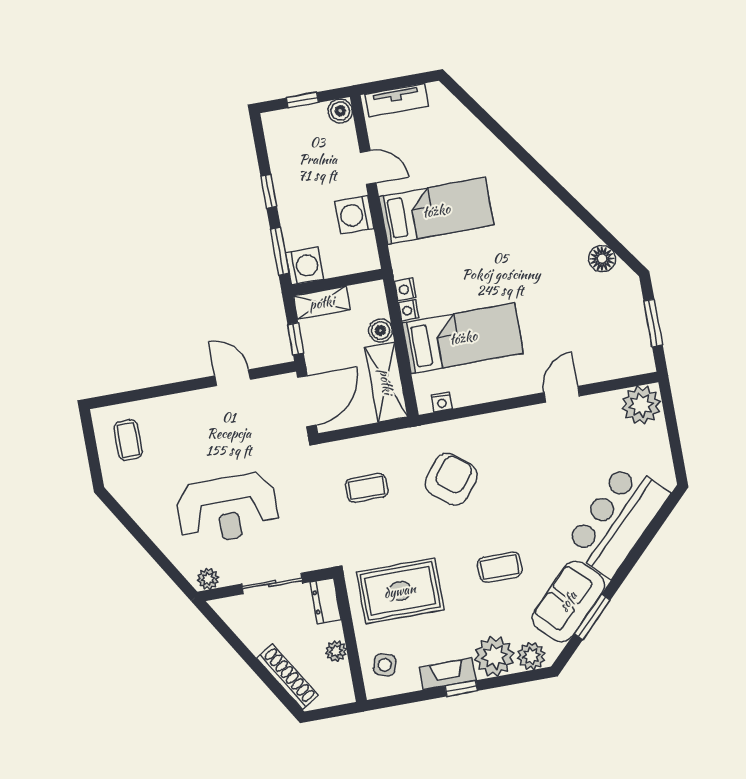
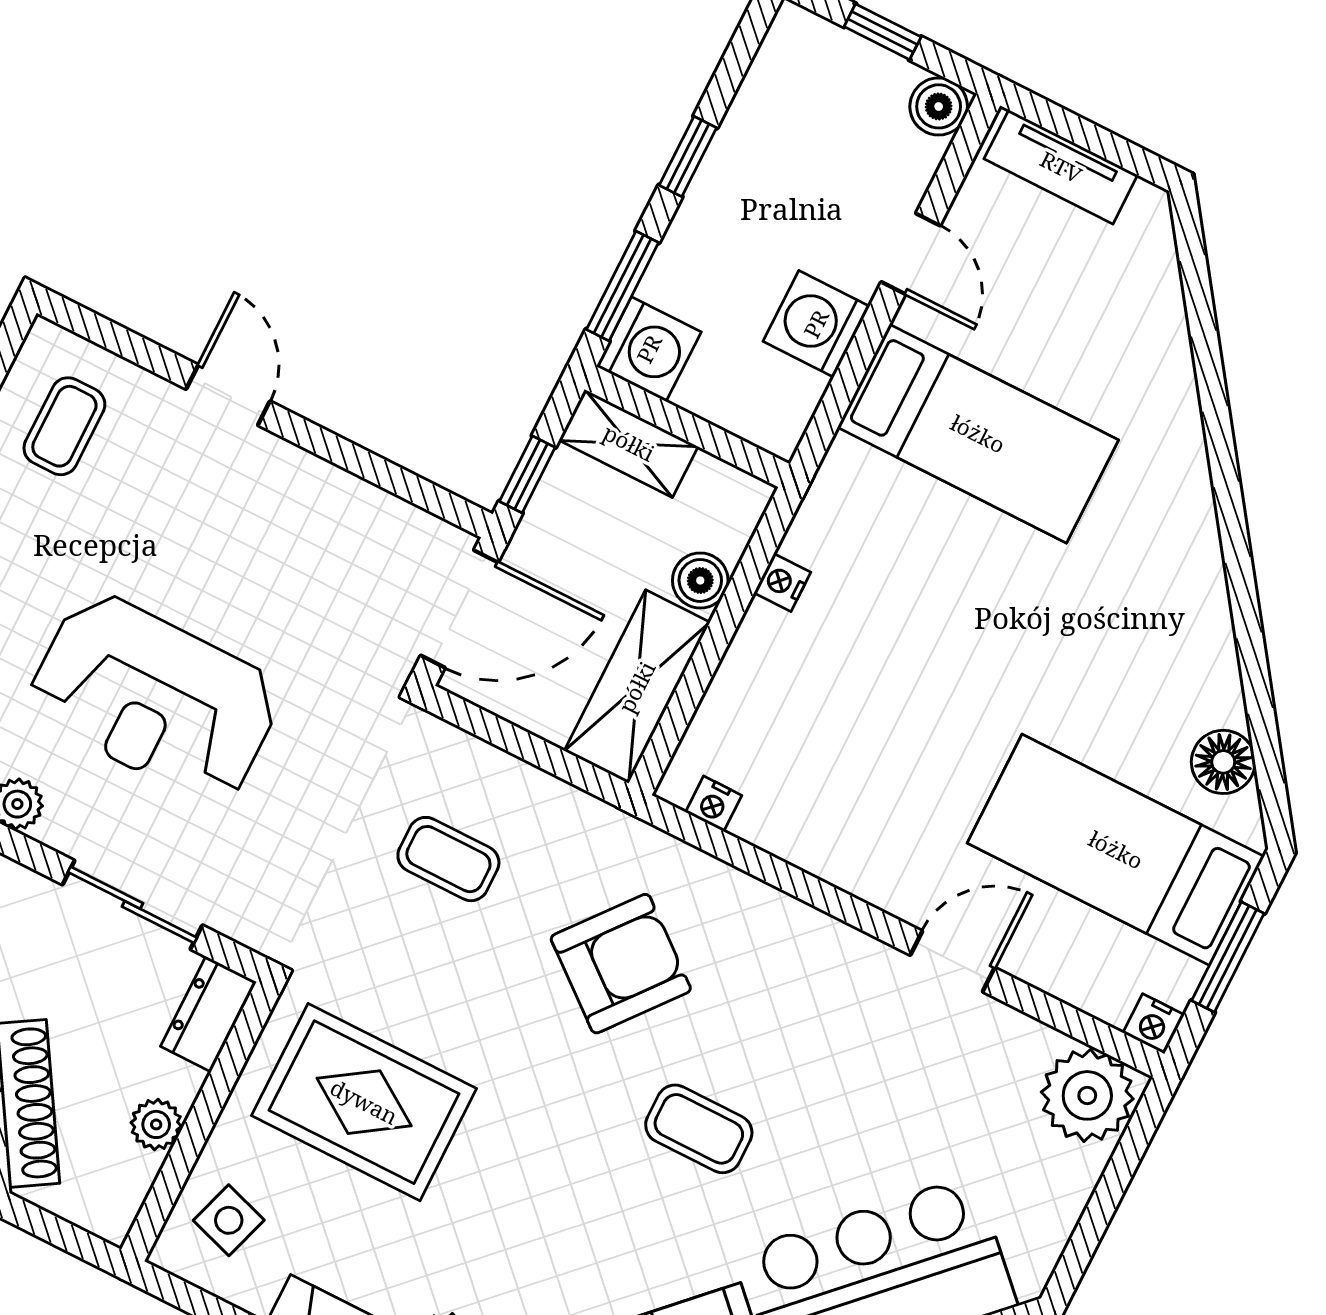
nightstand: (405, 289) -> (1154, 1024), moved, turned -90
bed: (463, 338) -> (1116, 850), moved, turned 180
door: (232, 378) -> (228, 395), moved
coffee table: (500, 567) -> (699, 1129), moved

